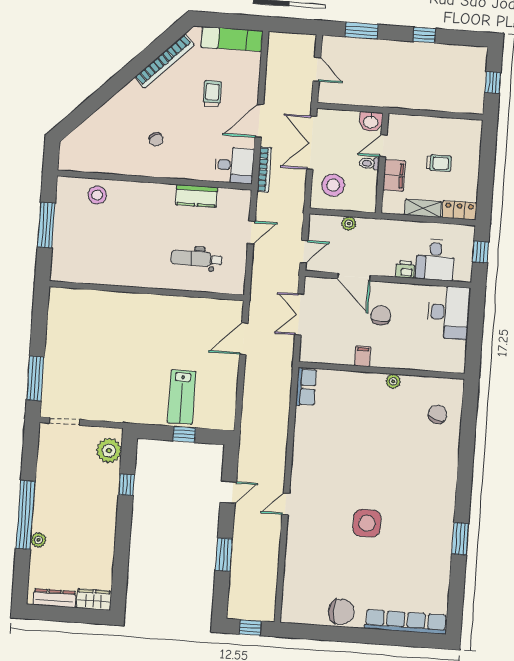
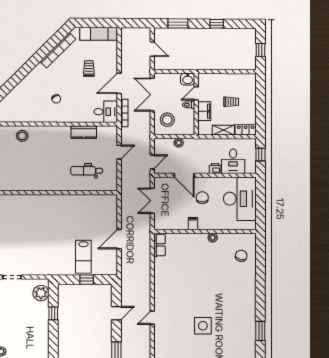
desk: (449, 312) -> (240, 199), width x1.36, depth x1.30
door: (244, 339) -> (119, 239), moved

